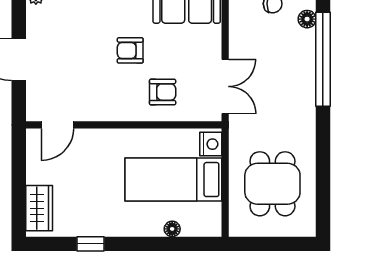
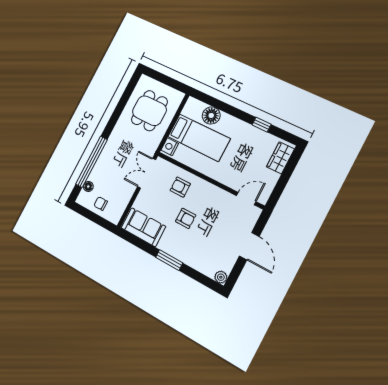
floor lamp: (172, 229) -> (211, 115), width x1.89, depth x1.89

